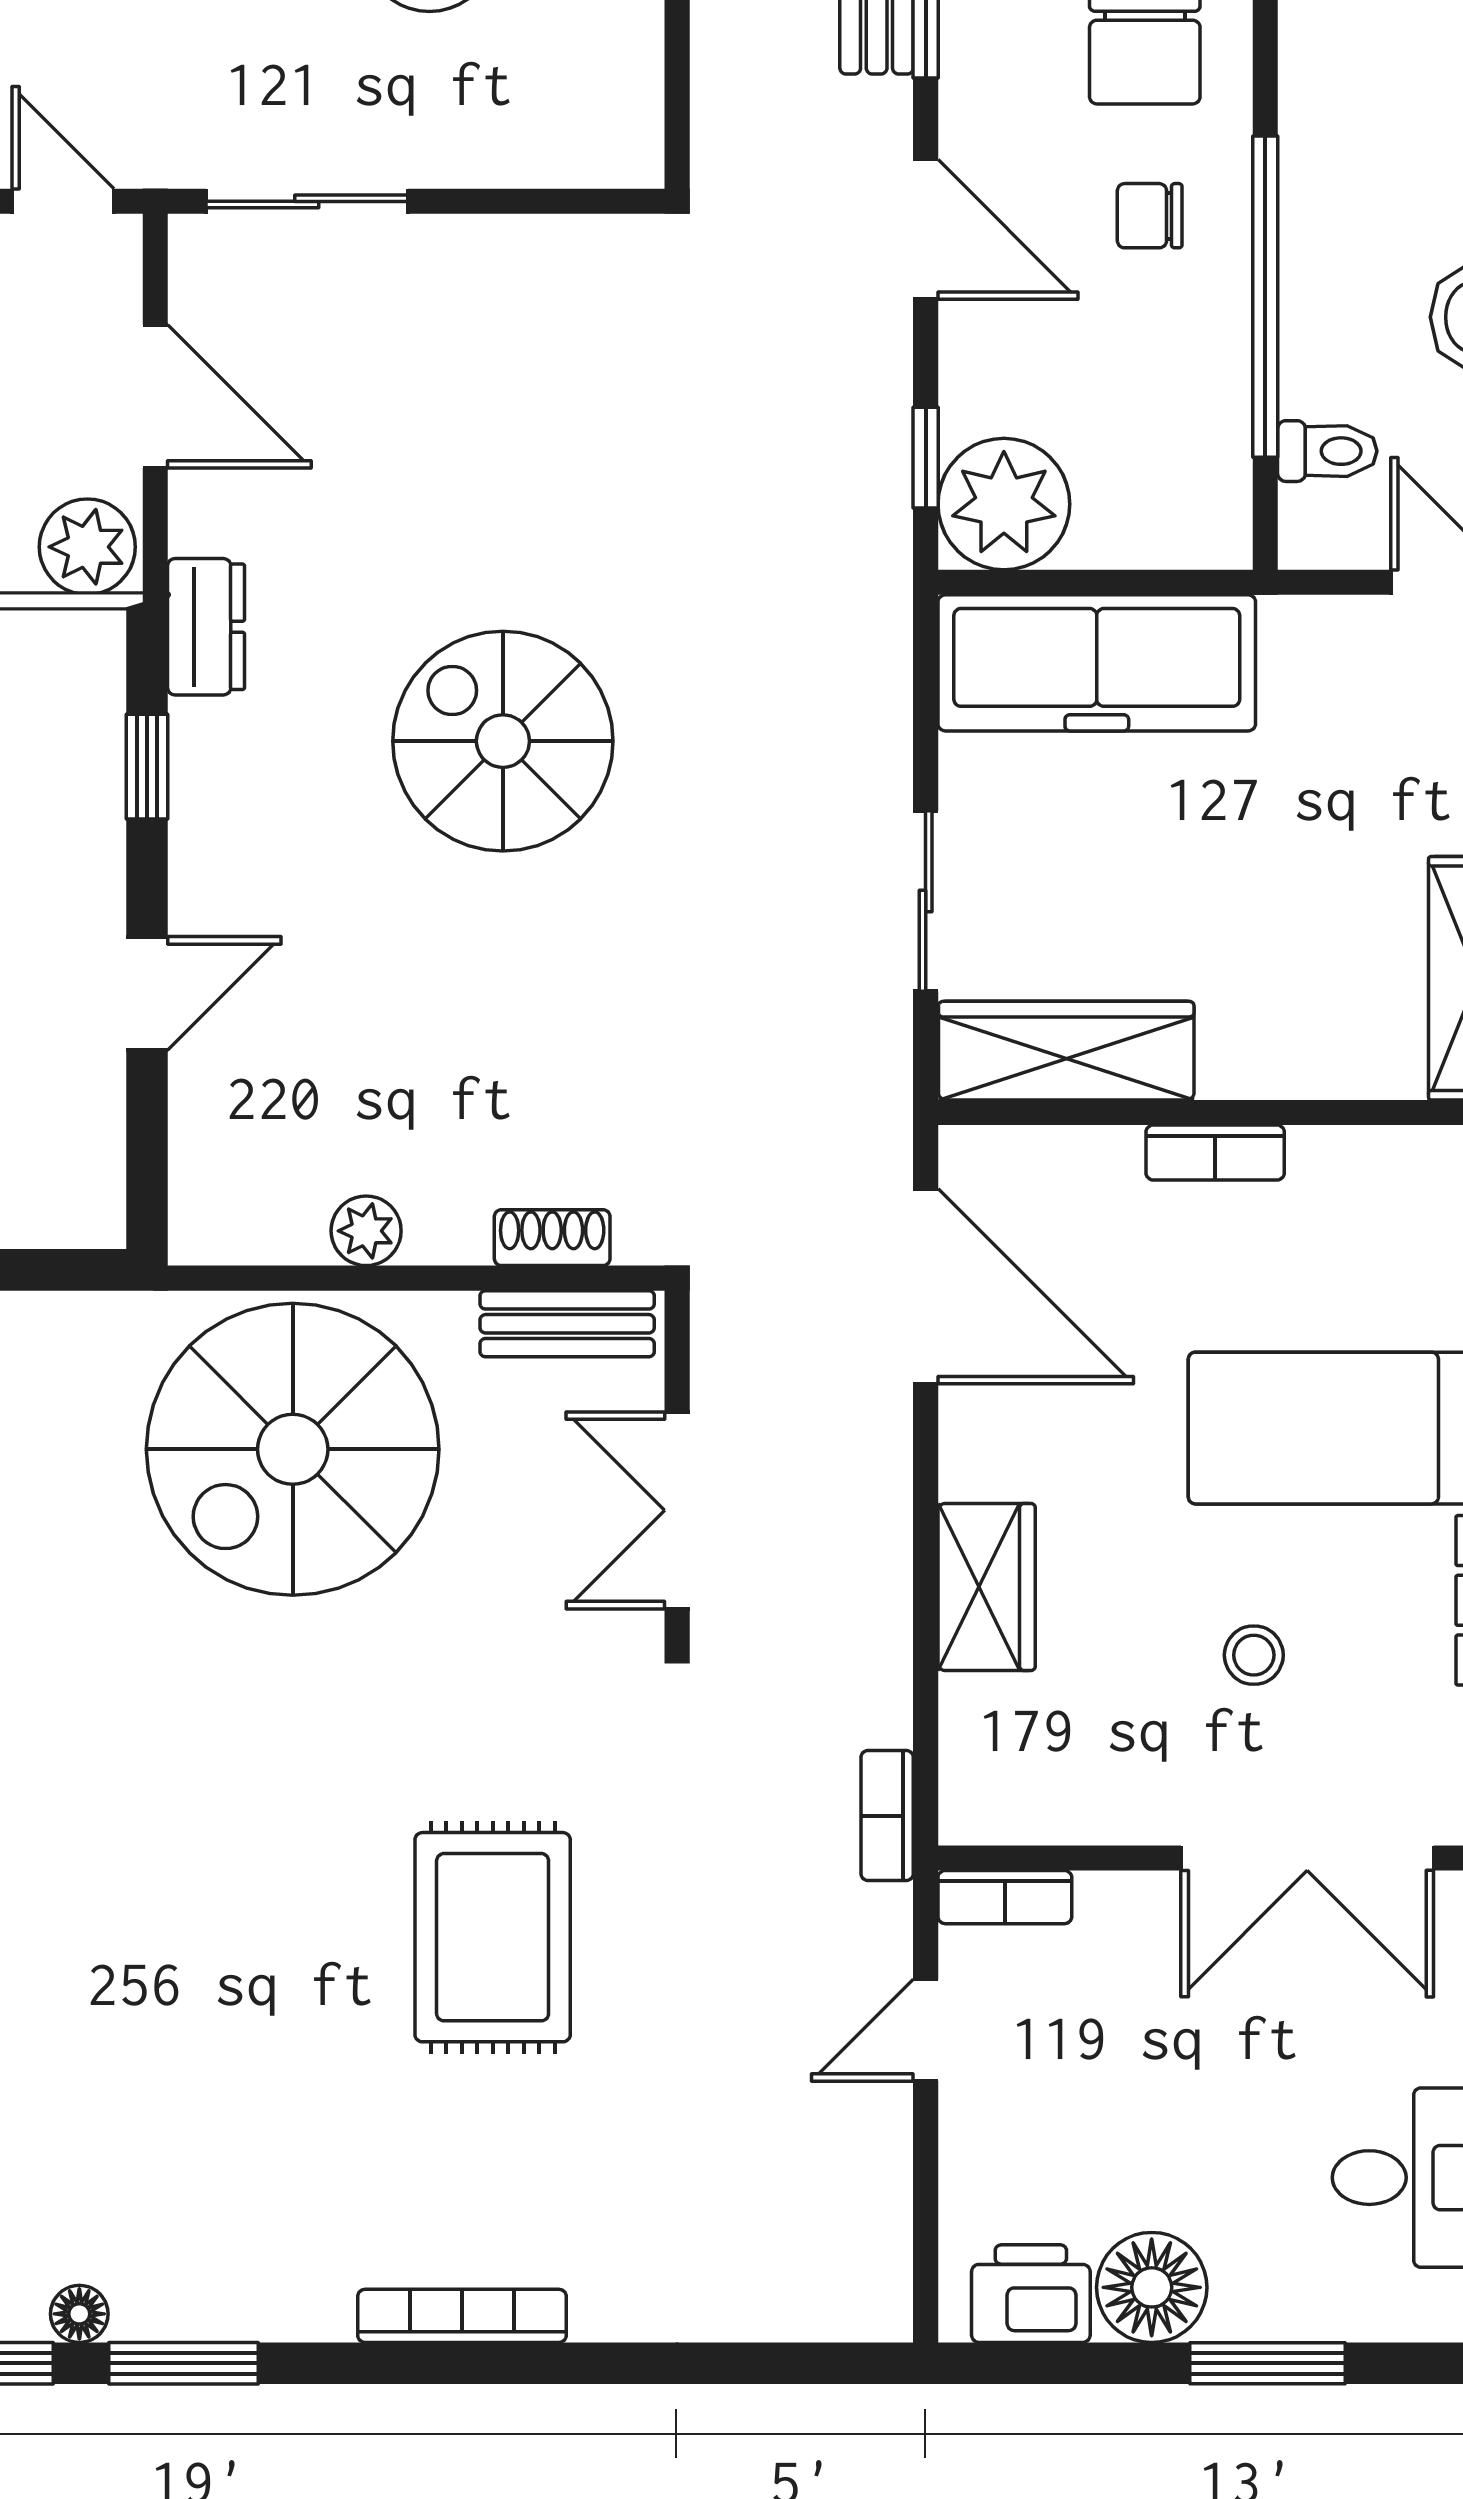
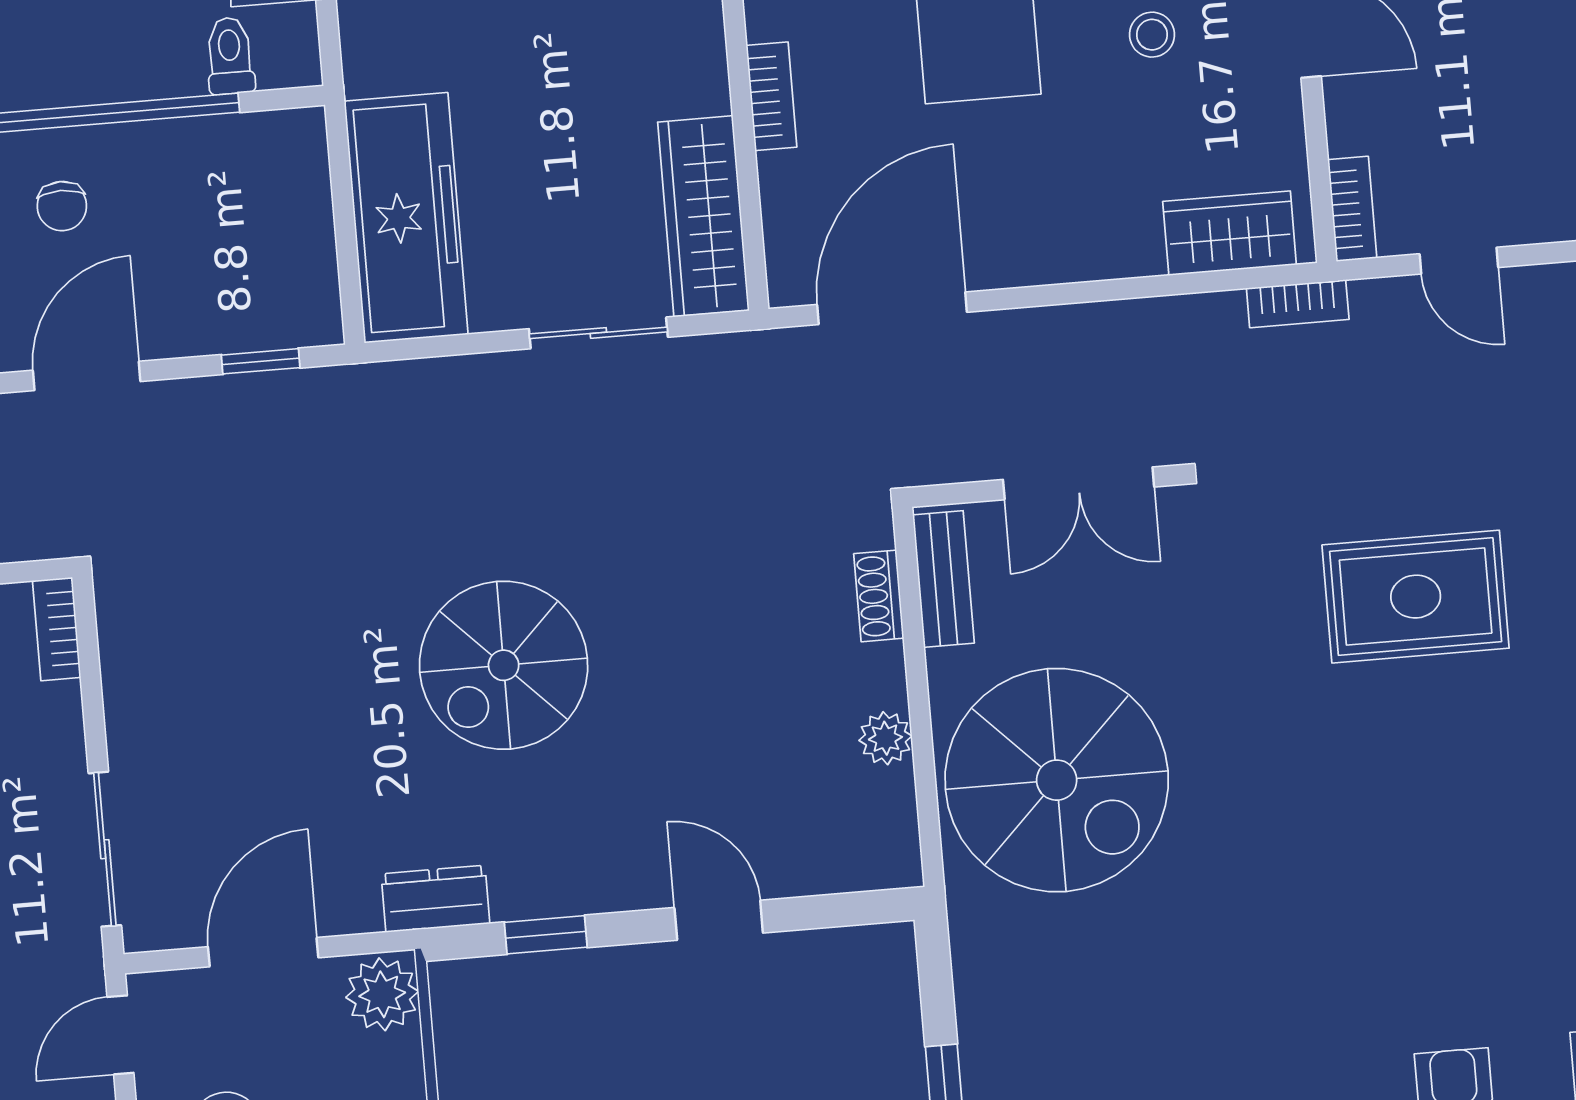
bookcase: (599, 163) -> (57, 629), added
plant: (1004, 504) -> (291, 299), removed
wardrobe: (987, 1587) -> (1230, 233), moved

